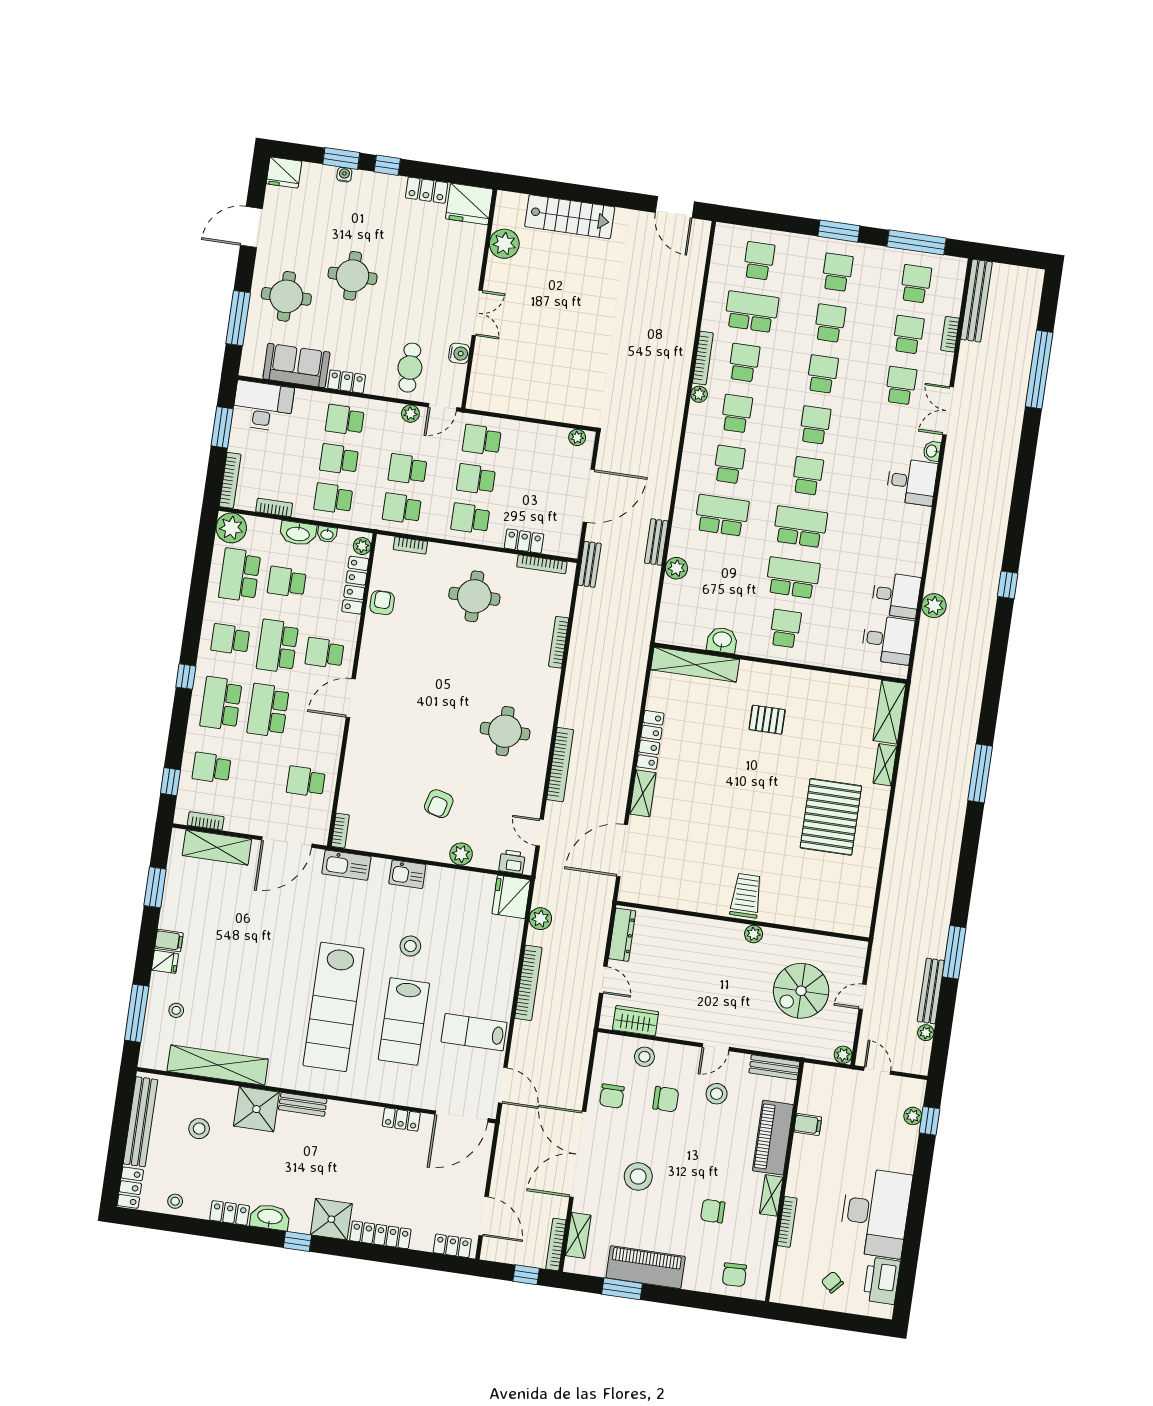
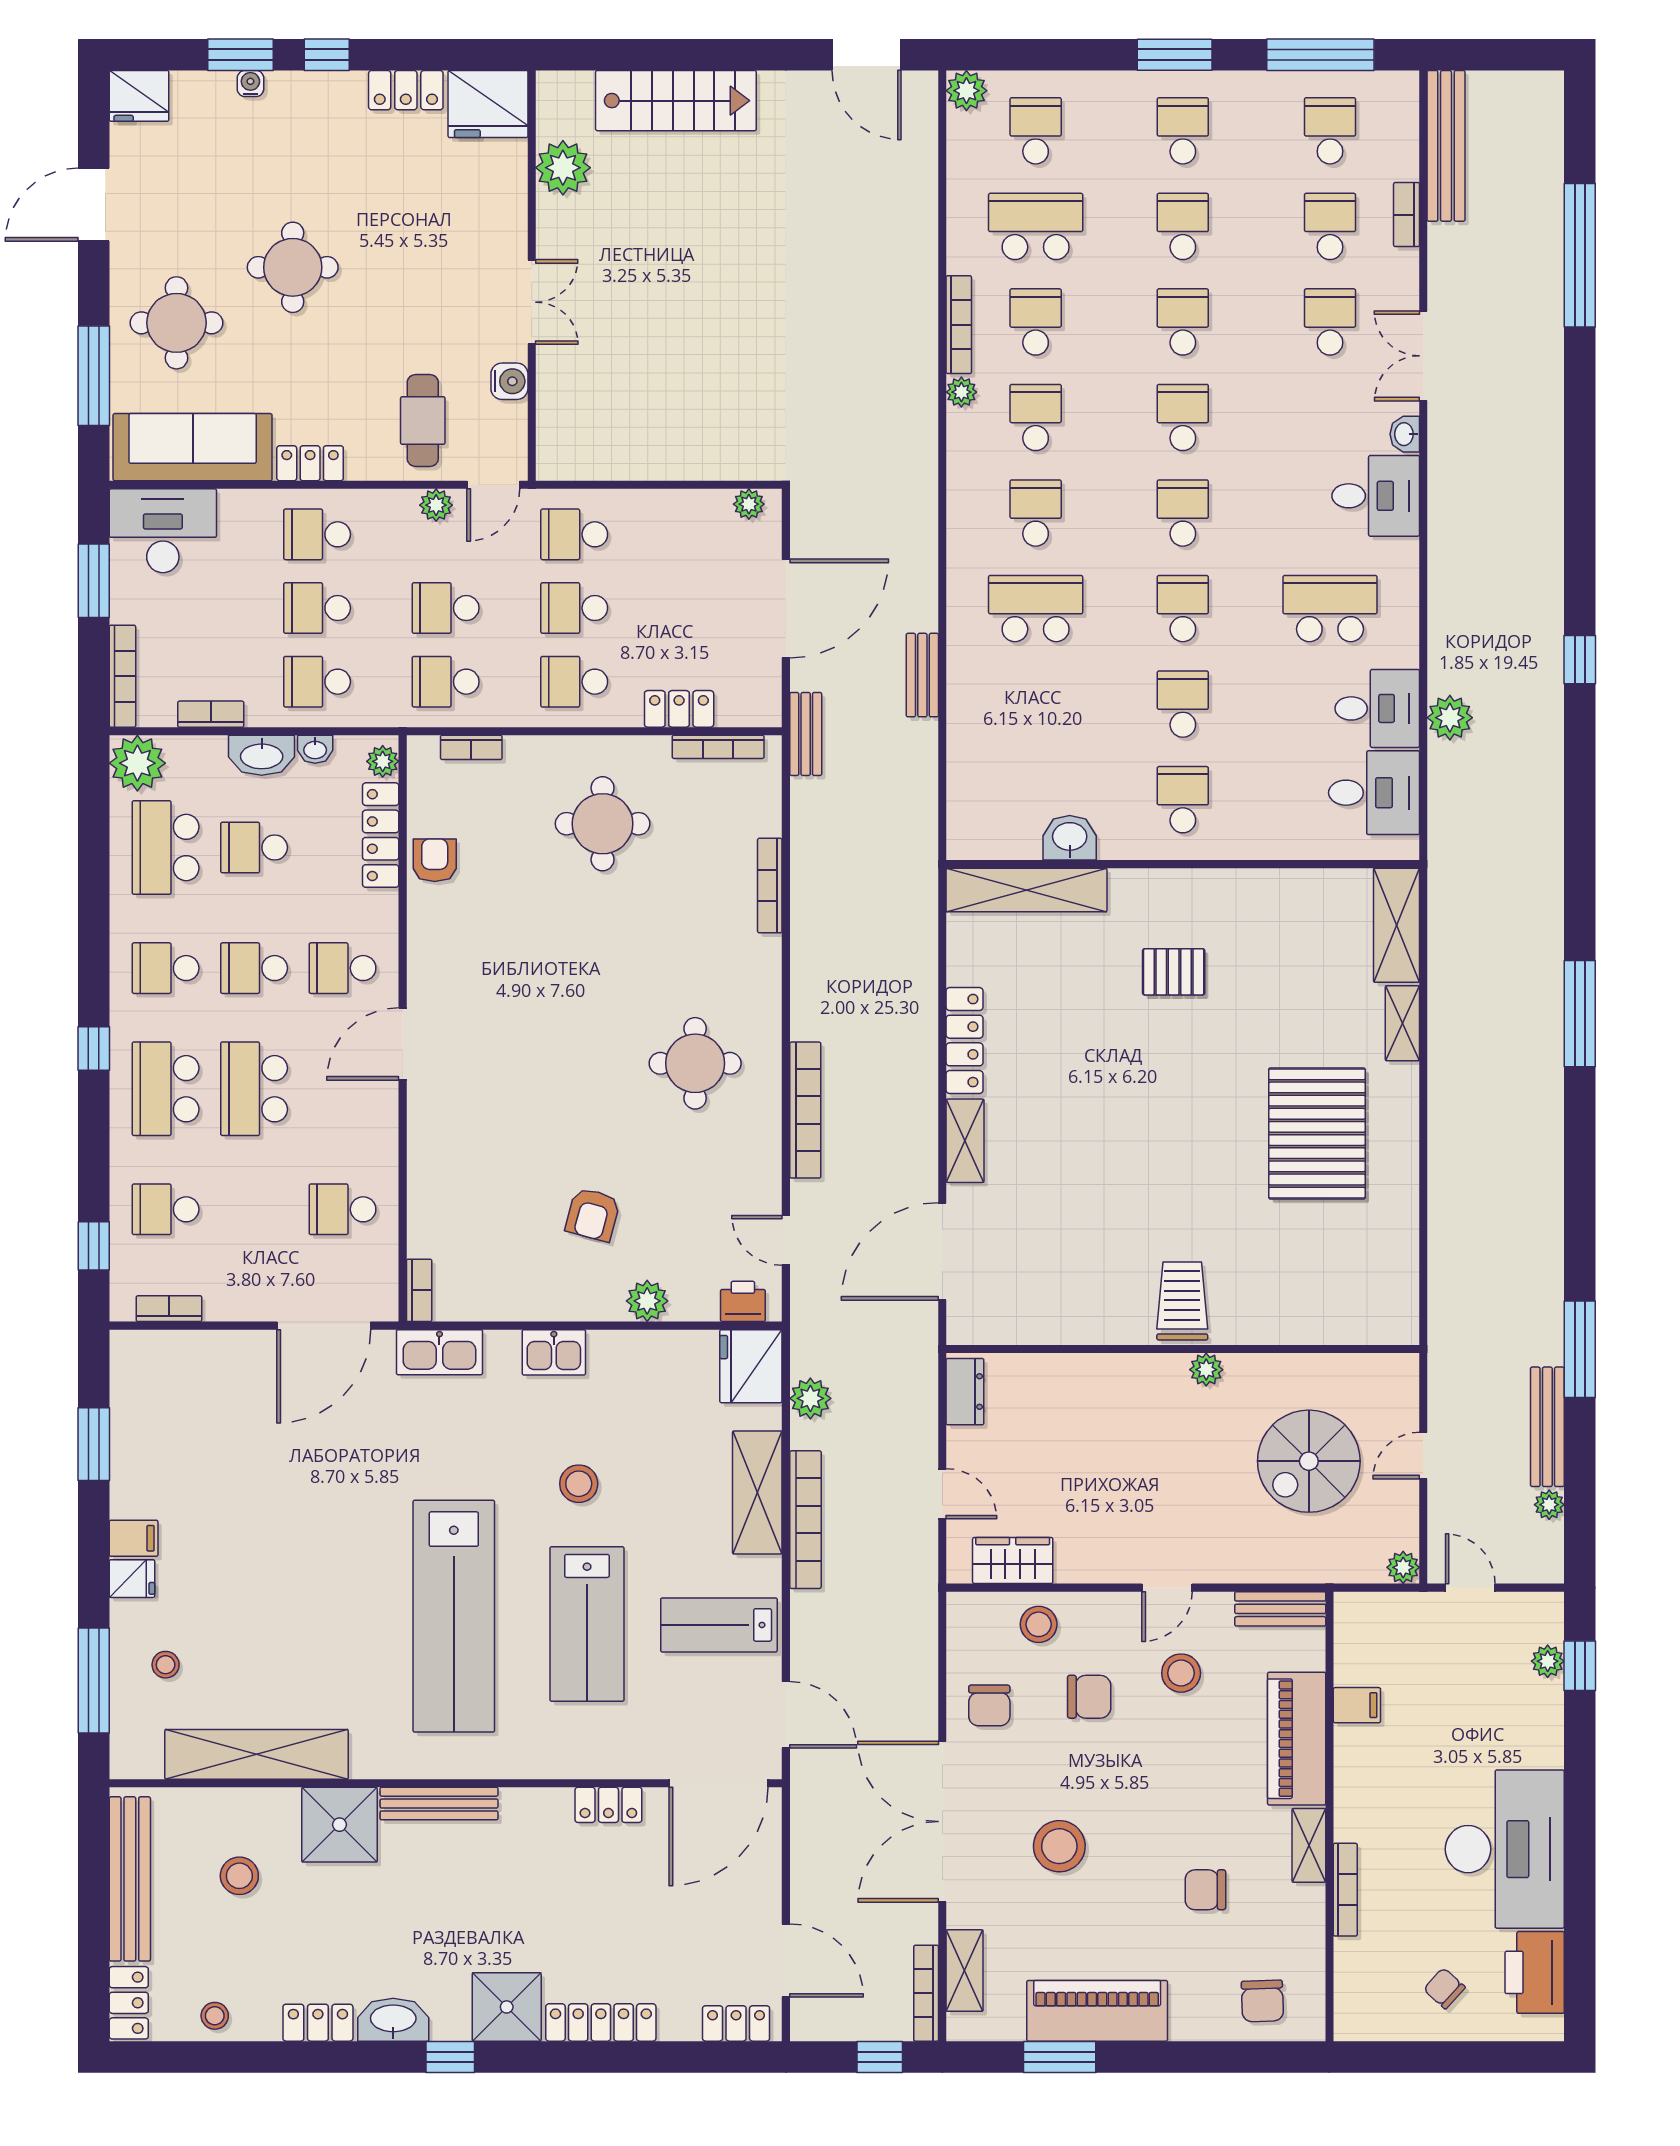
sofa: (296, 365) -> (193, 447), width x1.36
school desk: (800, 527) -> (1183, 609), width x0.54
school desk: (879, 538) -> (1330, 609), added
plant: (676, 568) -> (966, 91), moved
school desk: (793, 578) -> (1183, 704), width x0.54
school desk: (277, 646) -> (254, 968), width x0.54
shelving: (217, 847) -> (757, 1493), moved, turned 90
dresser: (622, 935) -> (965, 1392), width x0.70
bench: (303, 1104) -> (439, 1804), width x1.36

